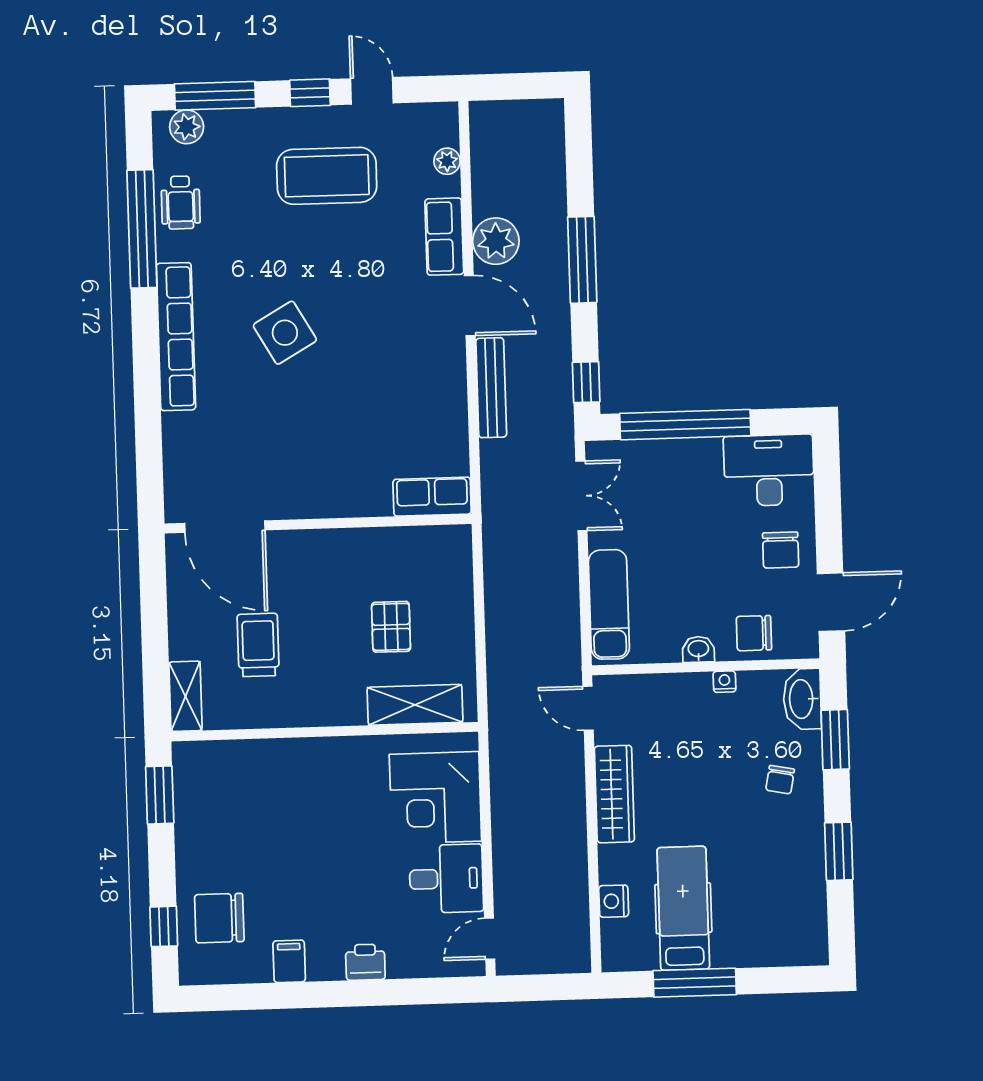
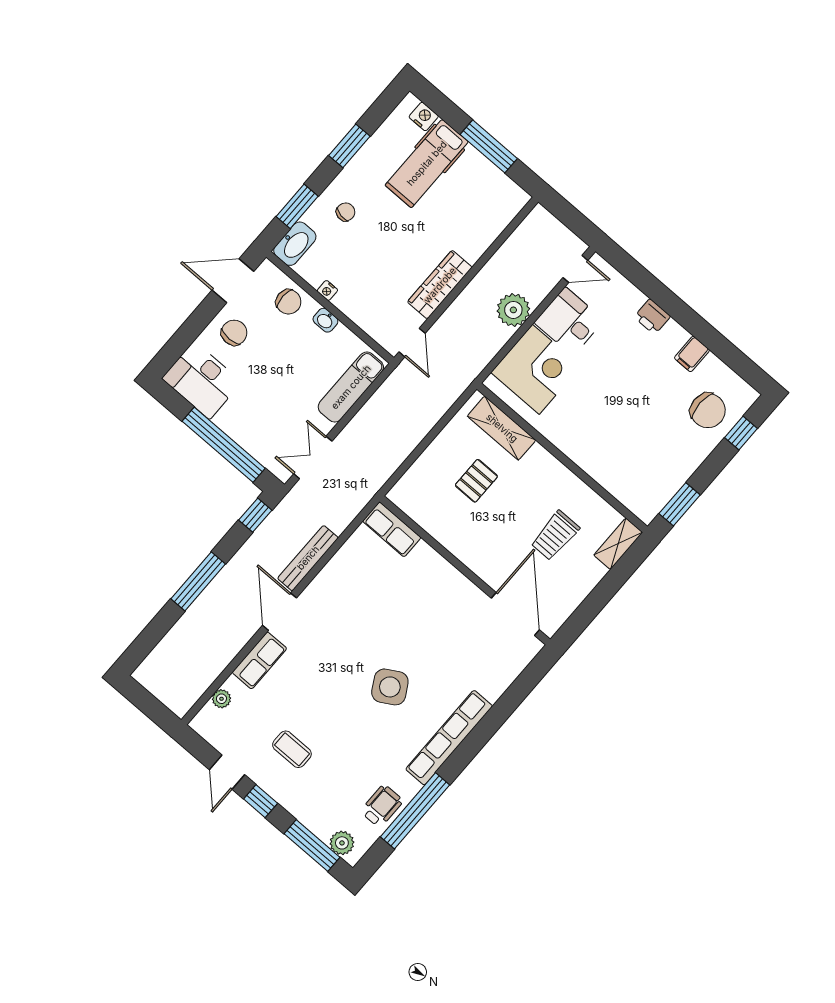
coffee table: (327, 176) -> (292, 749), width x0.54, depth x0.58
plant: (496, 241) -> (513, 310), moved
nightstand: (614, 901) -> (424, 116), moved, turned -90
hospital bed: (683, 908) -> (427, 163), moved

